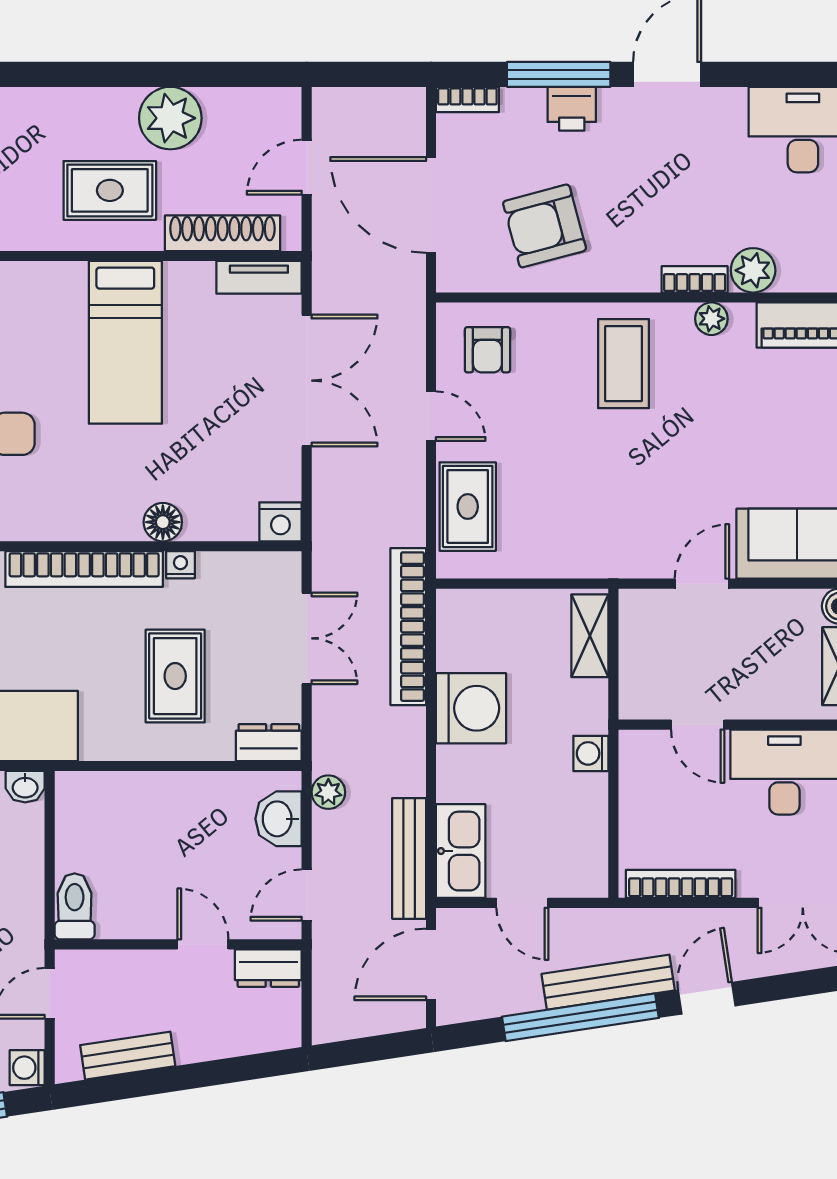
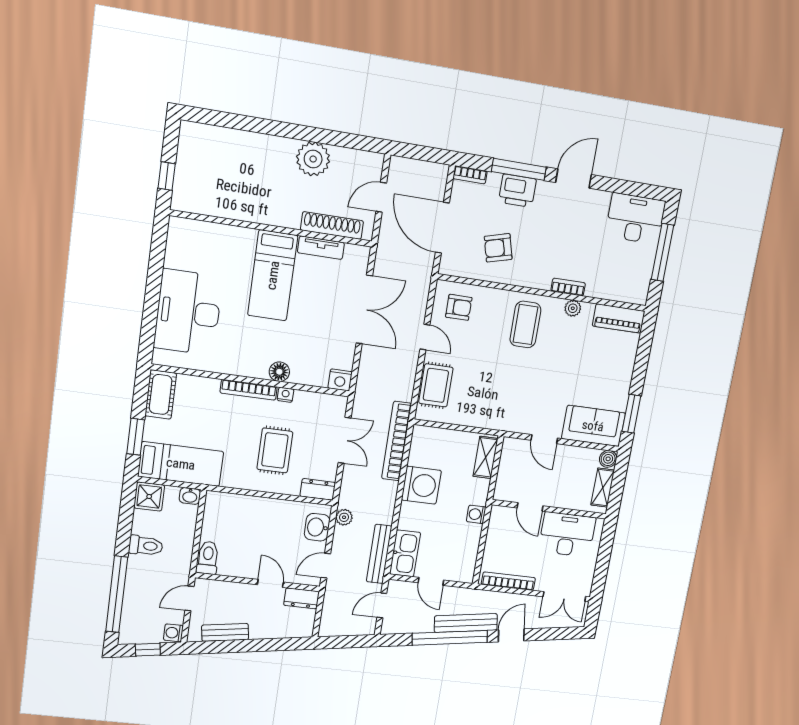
printer: (572, 109) -> (517, 191), width x1.36, depth x1.24
rug: (110, 190) -> (275, 193), removed
armchair: (545, 226) -> (498, 248), width x0.72, depth x0.72
plant: (753, 270) -> (598, 287), removed
tv unit: (259, 277) -> (321, 248), moved
armchair: (487, 350) -> (459, 307), turned -90
bookcase: (84, 569) -> (249, 390), width x0.68, depth x0.76
door: (702, 584) -> (544, 439), swing flipped
door: (431, 964) -> (382, 605), width x0.73

